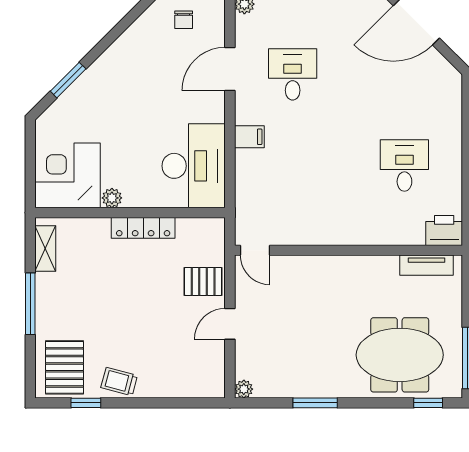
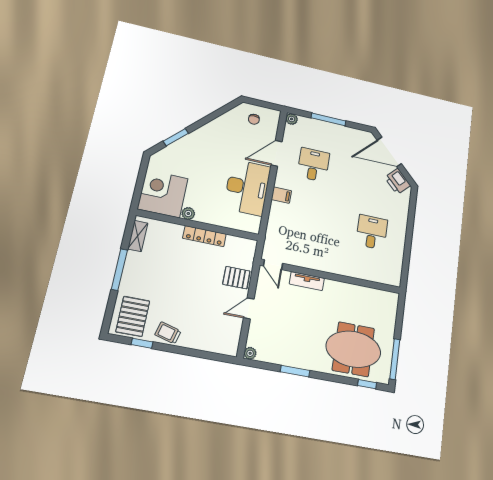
desk: (194, 166) -> (247, 187), moved
printer: (444, 230) -> (398, 181), moved, turned -135
tv unit: (426, 265) -> (307, 281), moved

